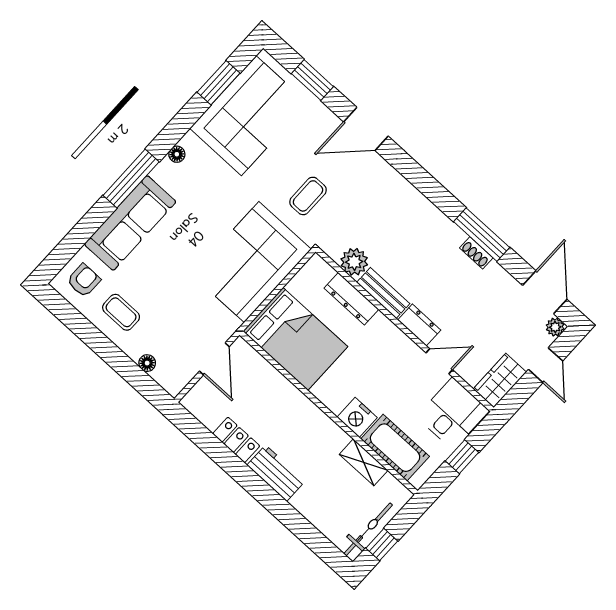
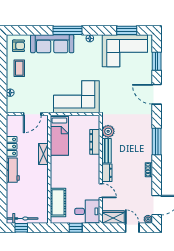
coffee table: (308, 196) -> (116, 95), removed
window: (482, 235) -> (157, 141), moved
bed: (295, 339) -> (59, 135), width x0.67
door: (546, 365) -> (132, 228), swing flipped
nightstand: (357, 417) -> (57, 180), removed
shelving: (364, 462) -> (43, 154), moved

